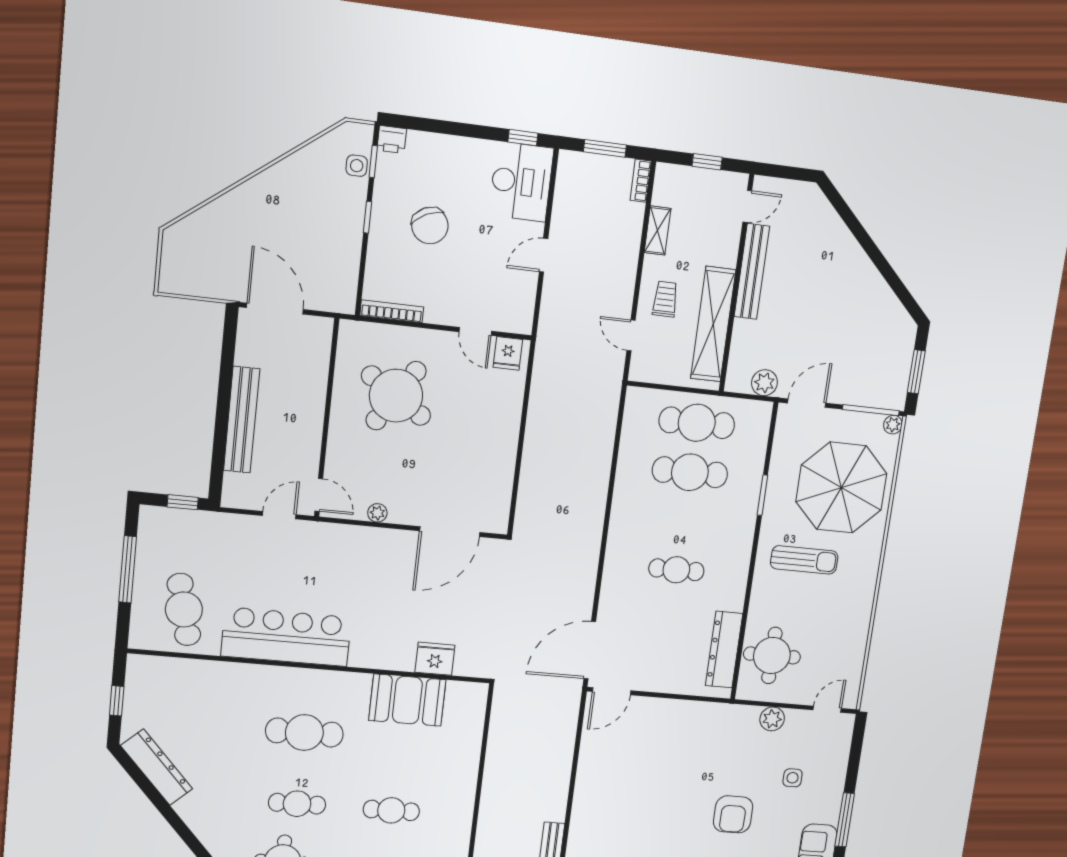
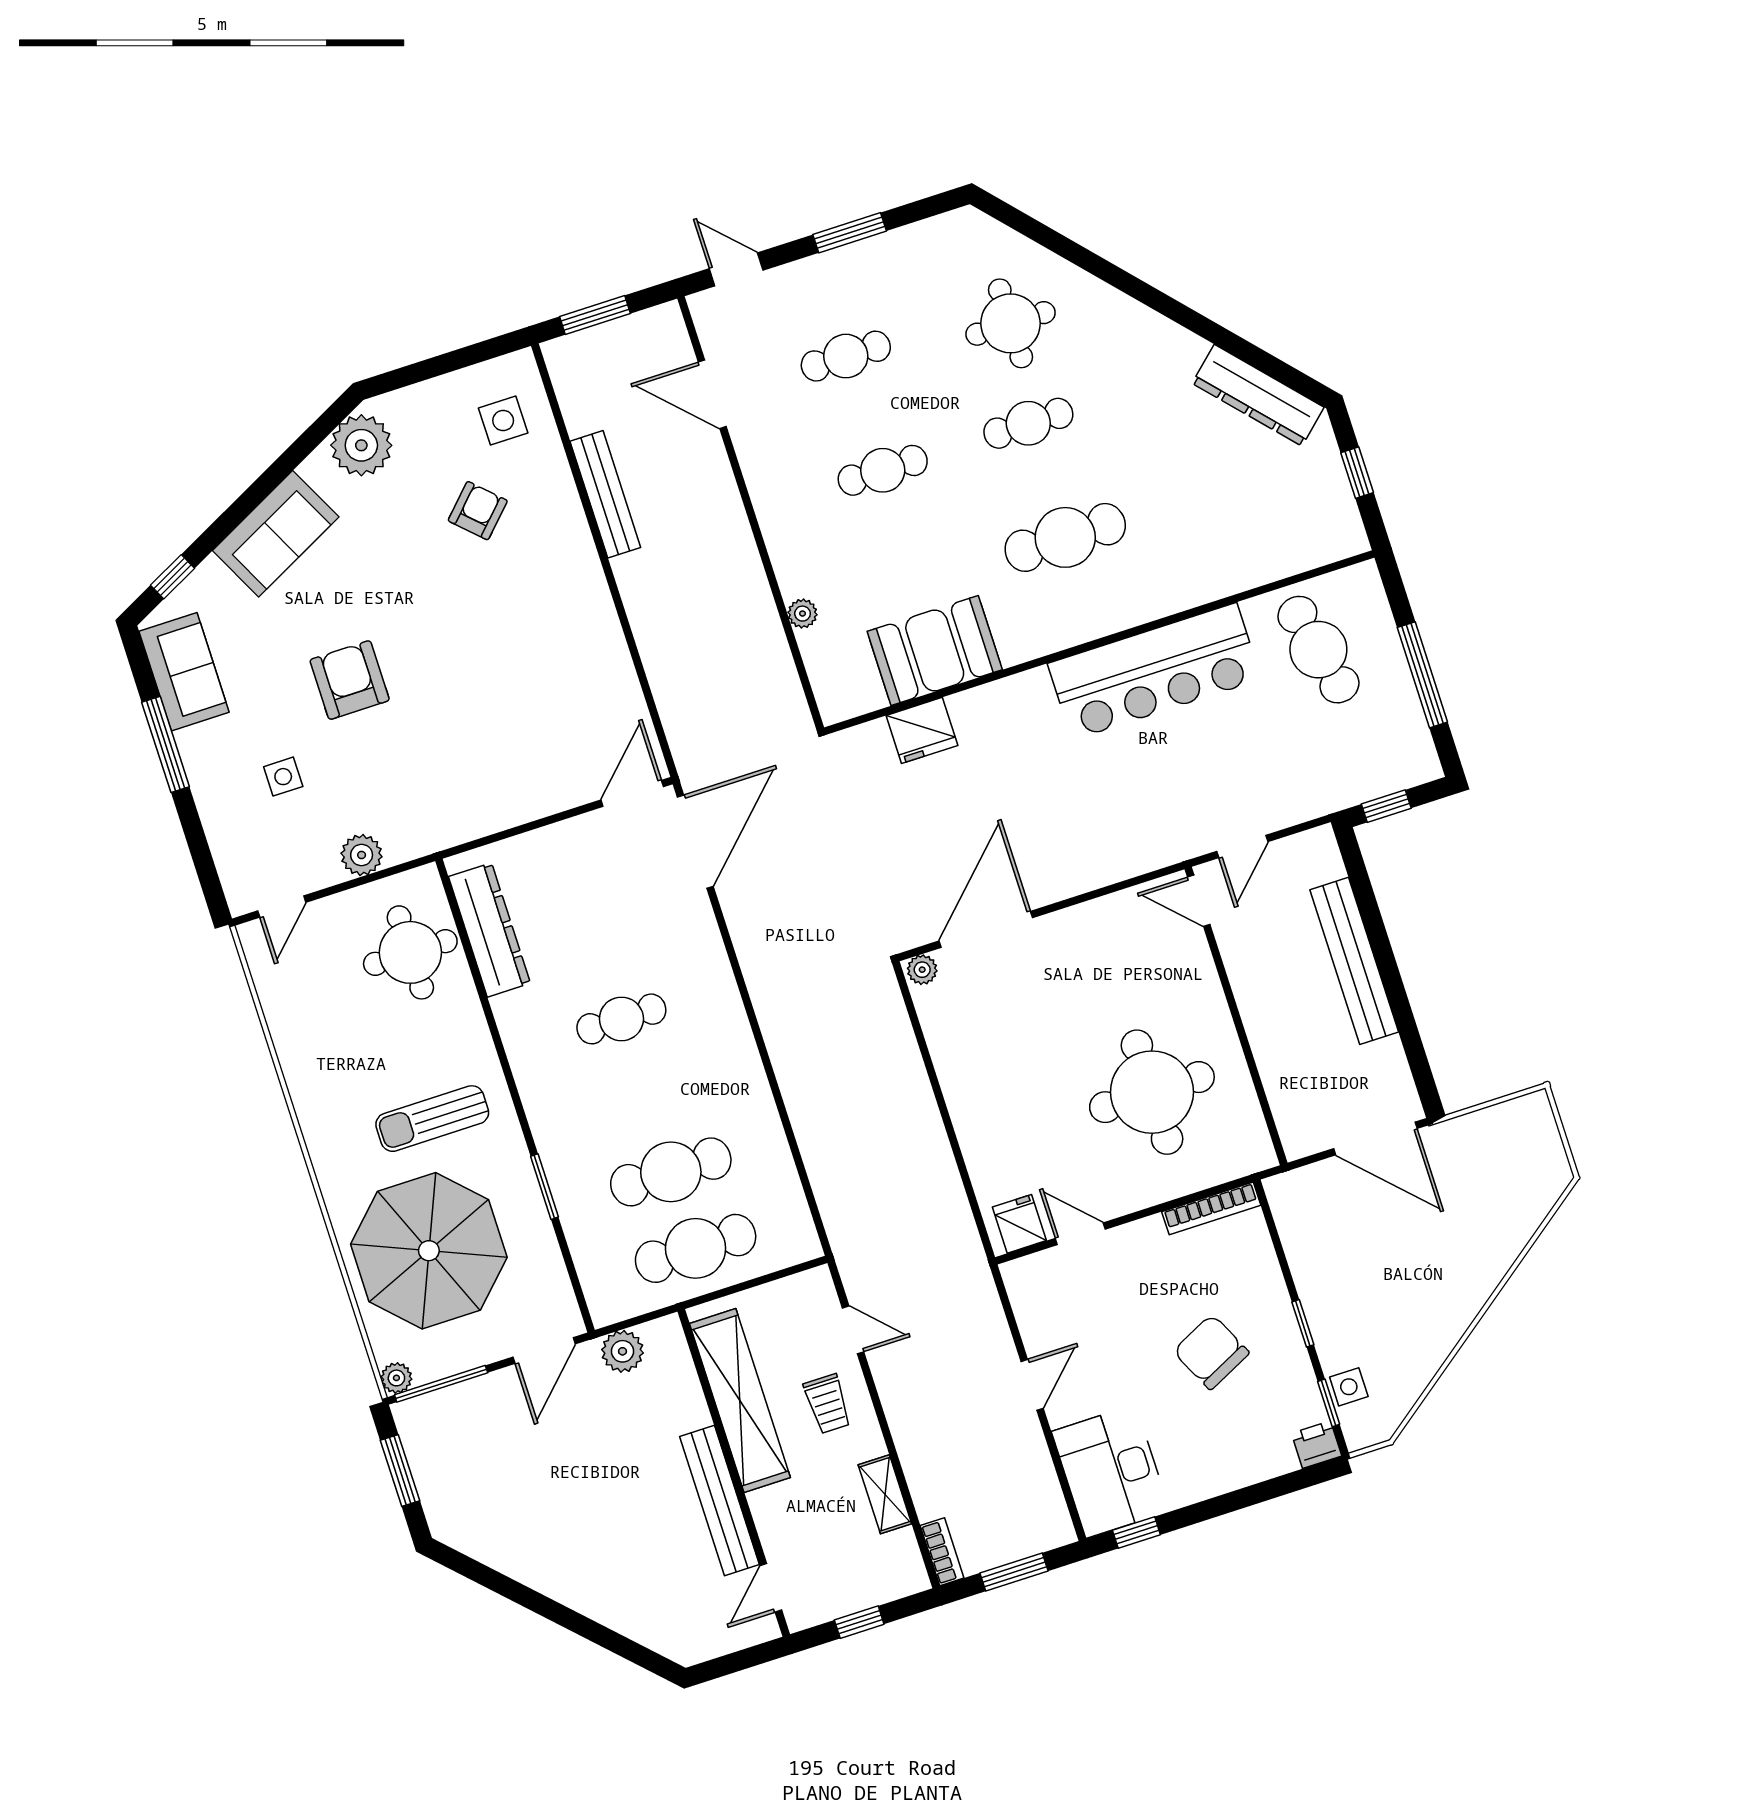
round table: (396, 396) -> (1152, 1092), turned -33
plant: (377, 513) -> (922, 970), moved
plant: (472, 750) -> (803, 614), added

